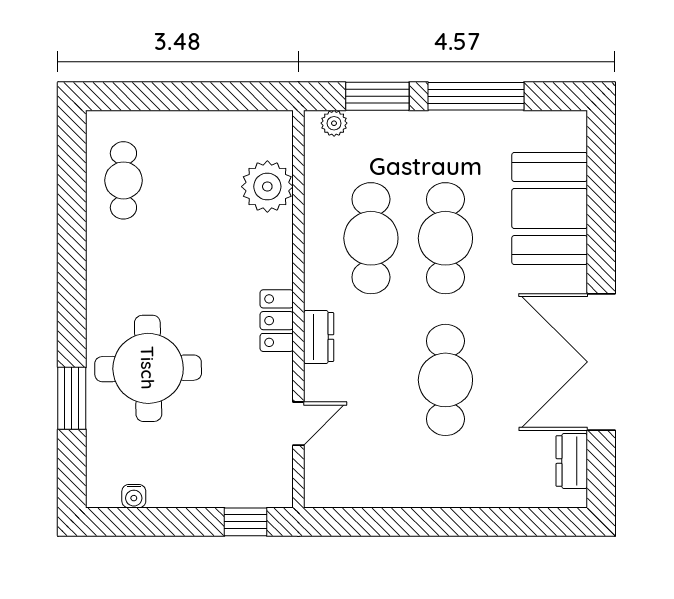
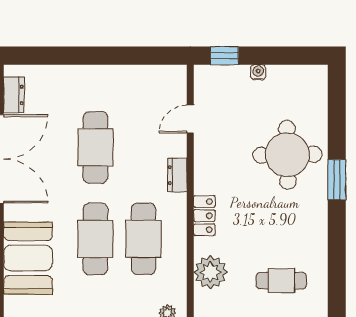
cafe table: (123, 180) -> (281, 281), moved, turned 90
locker: (277, 321) -> (204, 216), moved
window: (72, 398) -> (337, 180), moved
water cooler: (134, 496) -> (258, 72), moved

